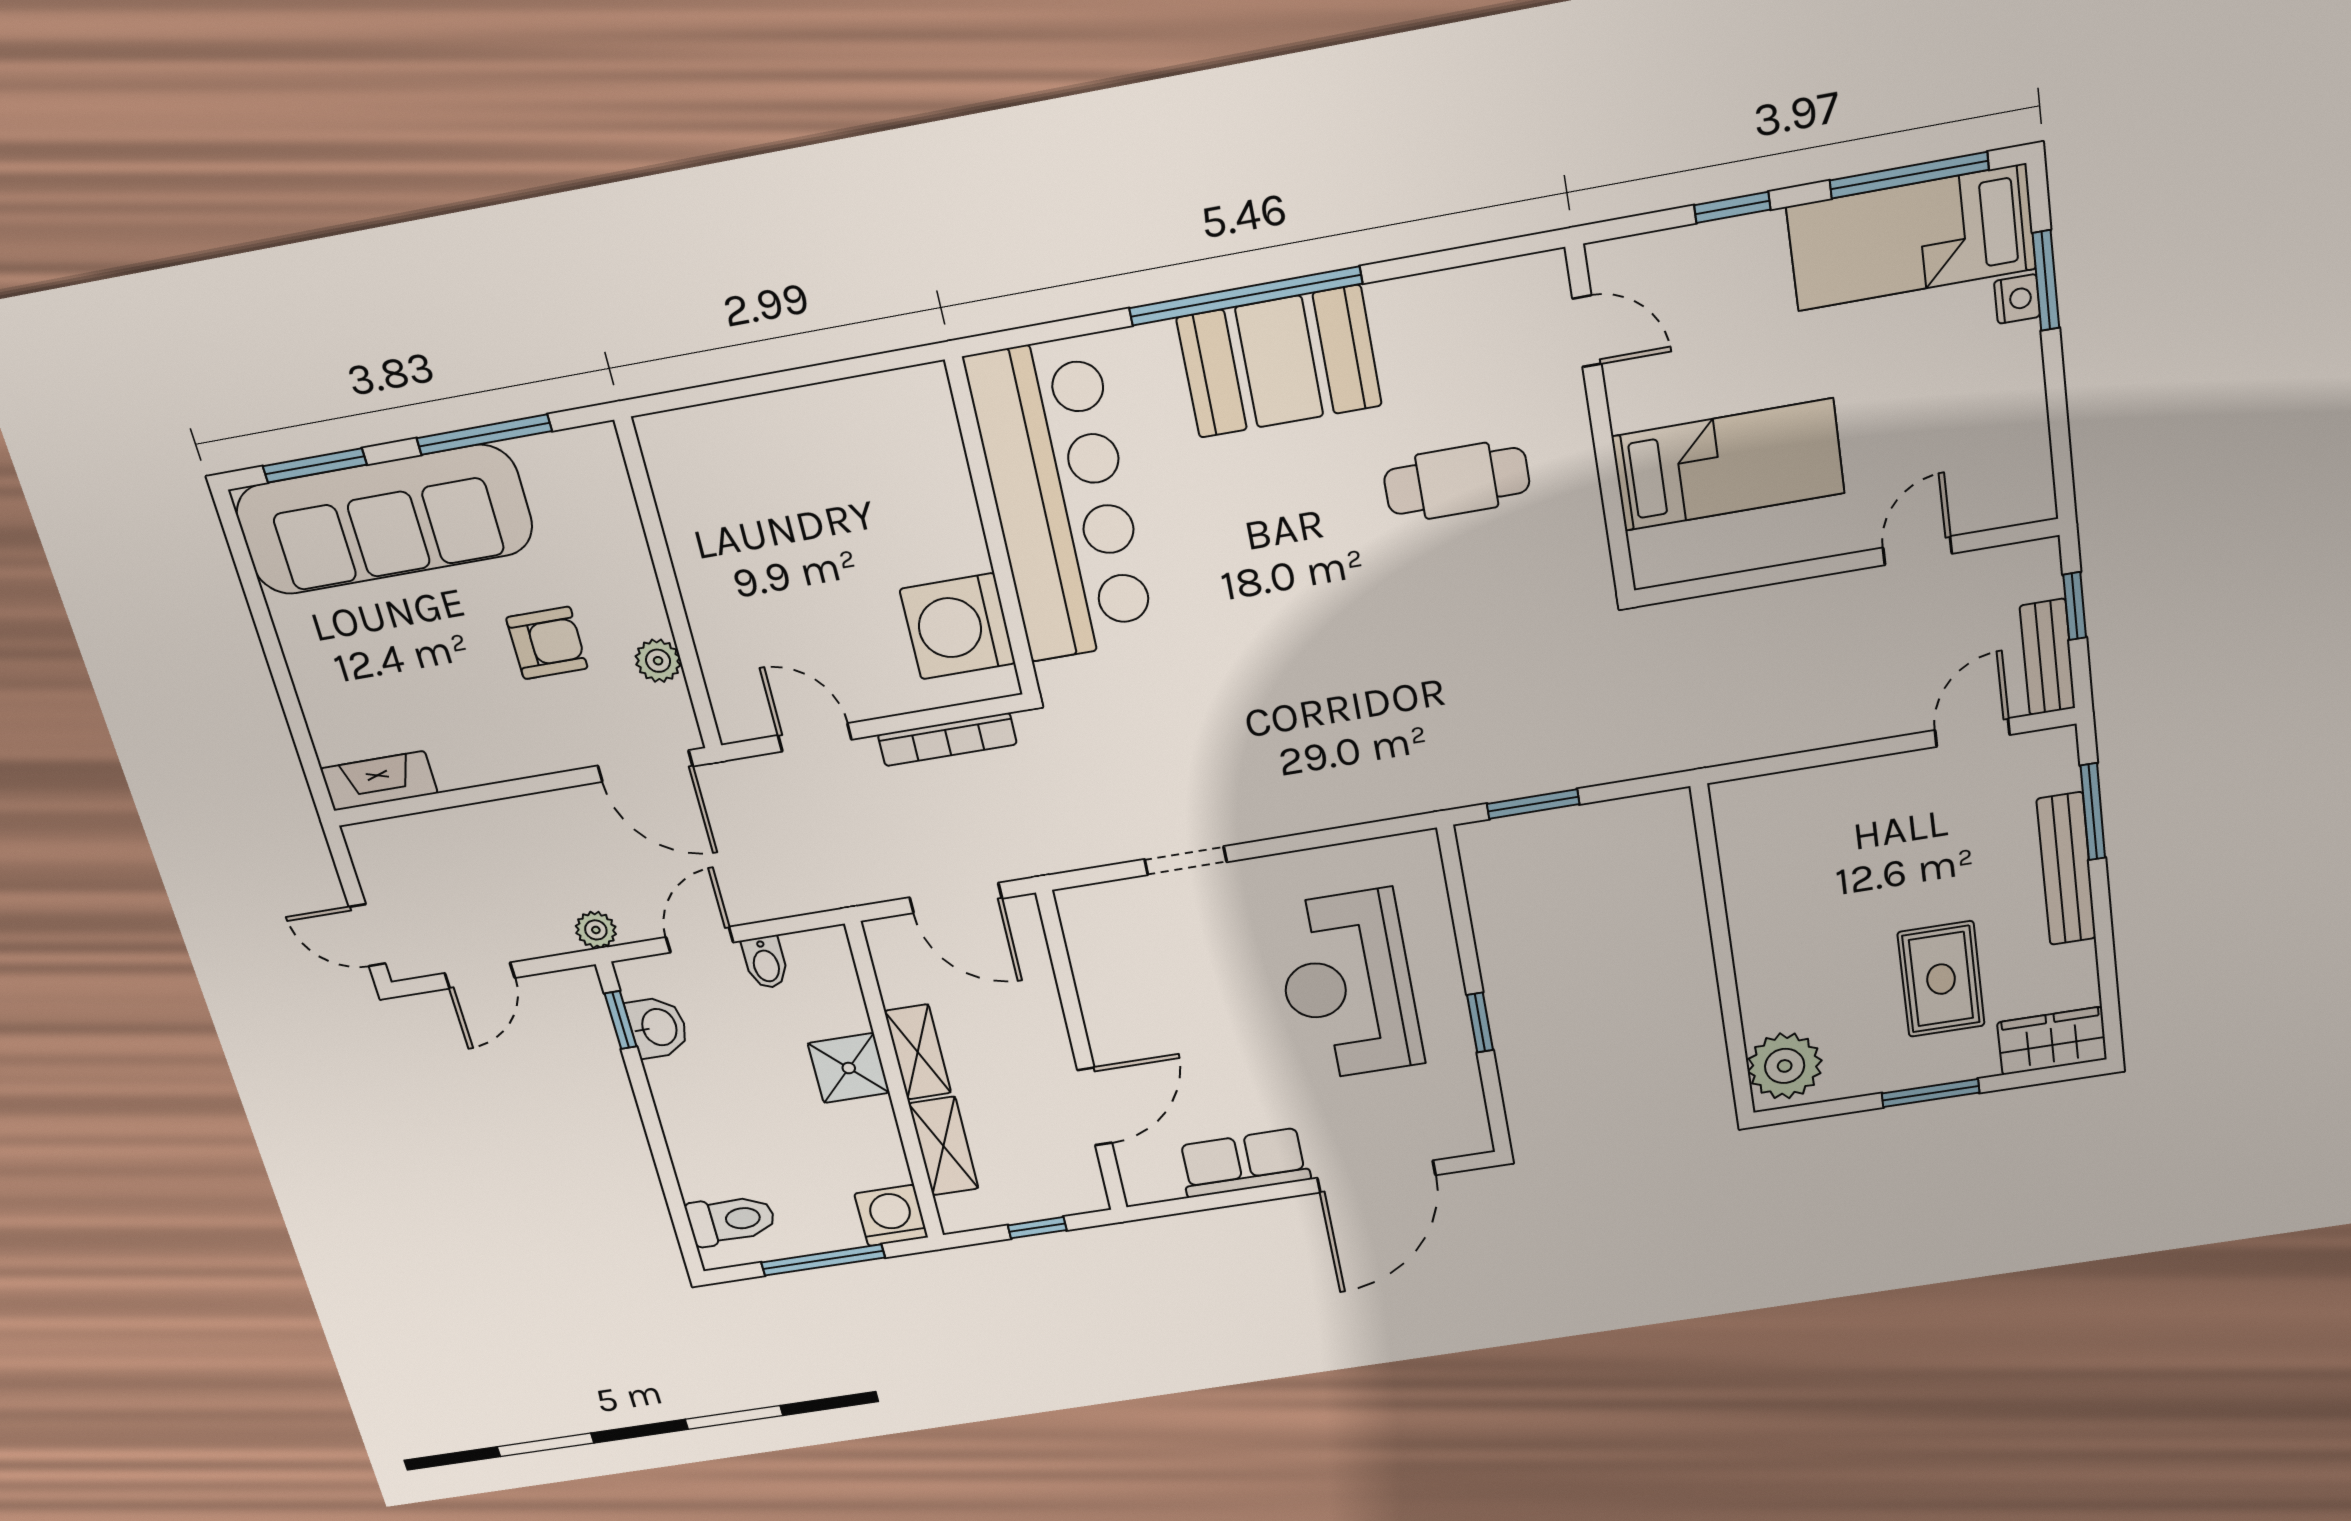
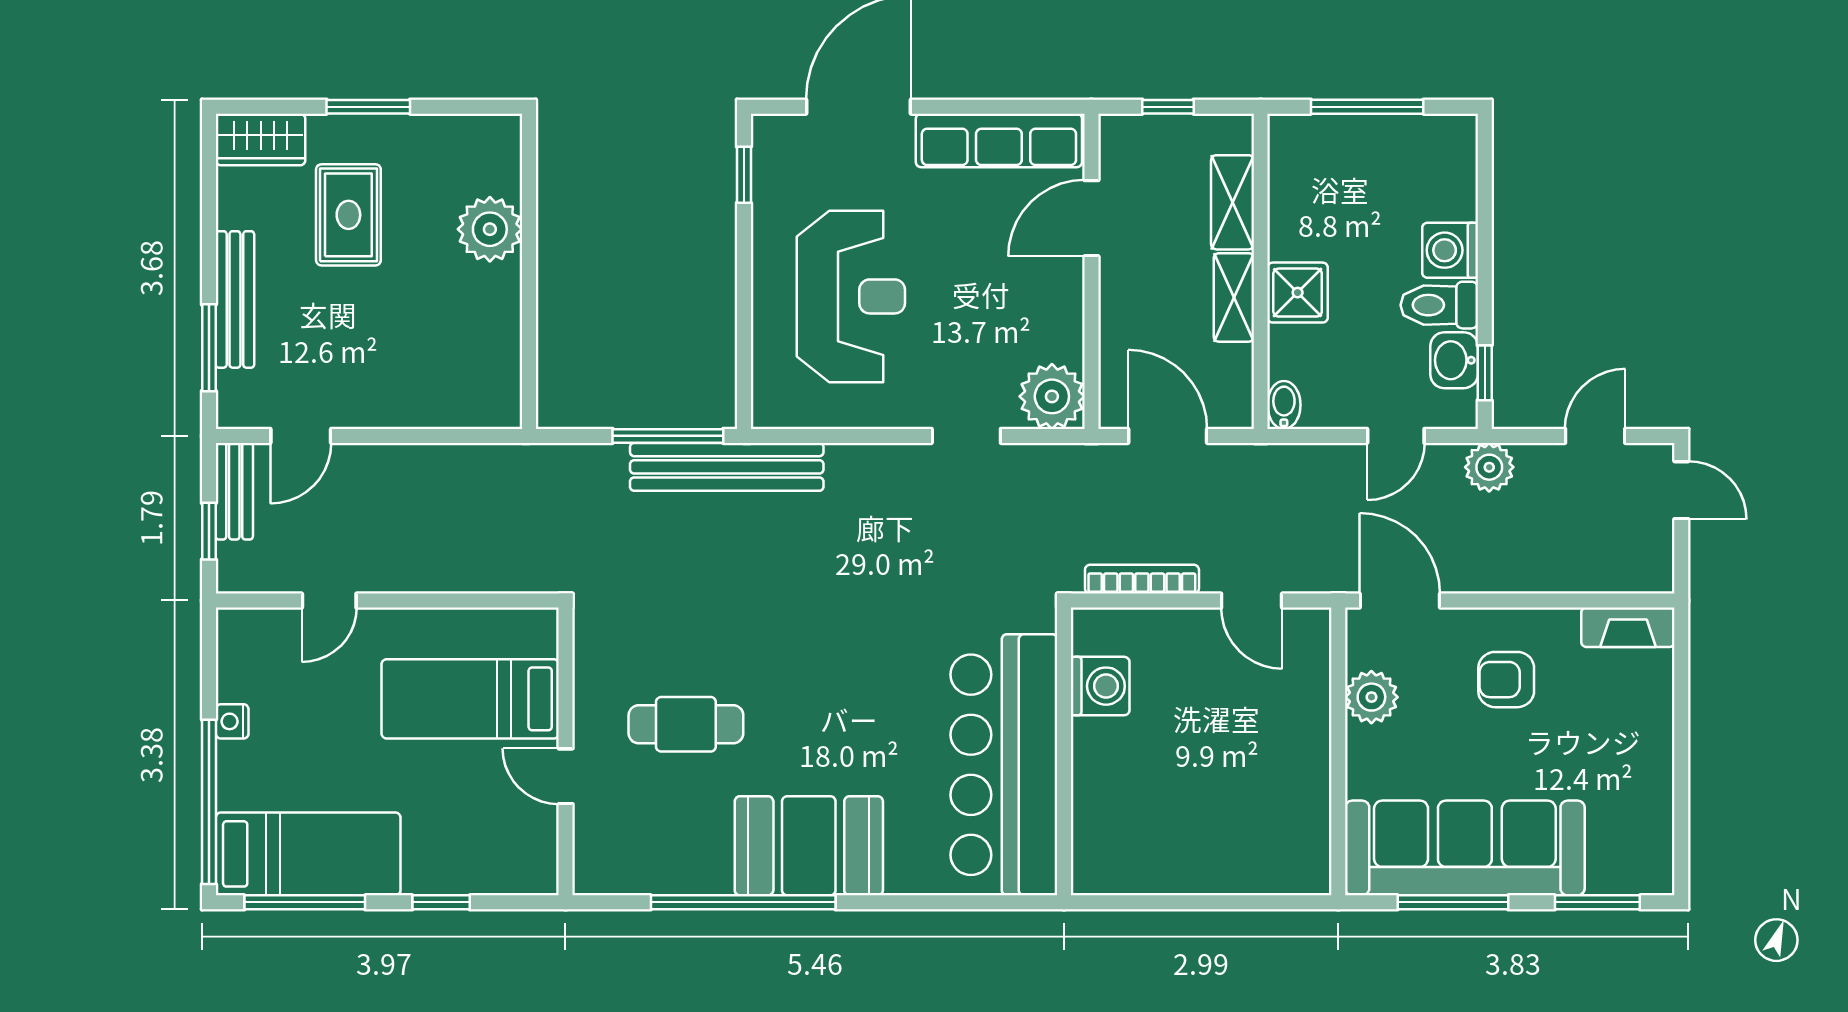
window: (2046, 281) -> (209, 802), width x2.11
window: (1246, 296) -> (743, 902), moved
nightstand: (2017, 299) -> (232, 721), moved
door: (1587, 331) -> (566, 776), moved
sofa: (384, 520) -> (1465, 848), moved
washing machine: (958, 626) -> (1100, 686), width x0.73, depth x0.73
armchair: (547, 643) -> (1506, 680), moved
plant: (658, 661) -> (1371, 697), width x1.38, depth x1.38
bench: (1458, 782) -> (727, 467), added
window: (1533, 804) -> (668, 436), width x1.44
plant: (1097, 918) -> (1052, 396), added
plant: (596, 930) -> (1489, 467), width x1.38, depth x1.38
bidet: (765, 962) -> (1284, 405), moved
window: (1480, 1022) -> (744, 175), moved
plant: (1785, 1066) -> (490, 229), moved
row of seats: (1244, 1163) -> (999, 140), width x1.48
washing machine: (891, 1215) -> (1450, 250), moved, turned 90
toilet: (731, 1220) -> (1439, 305), moved

